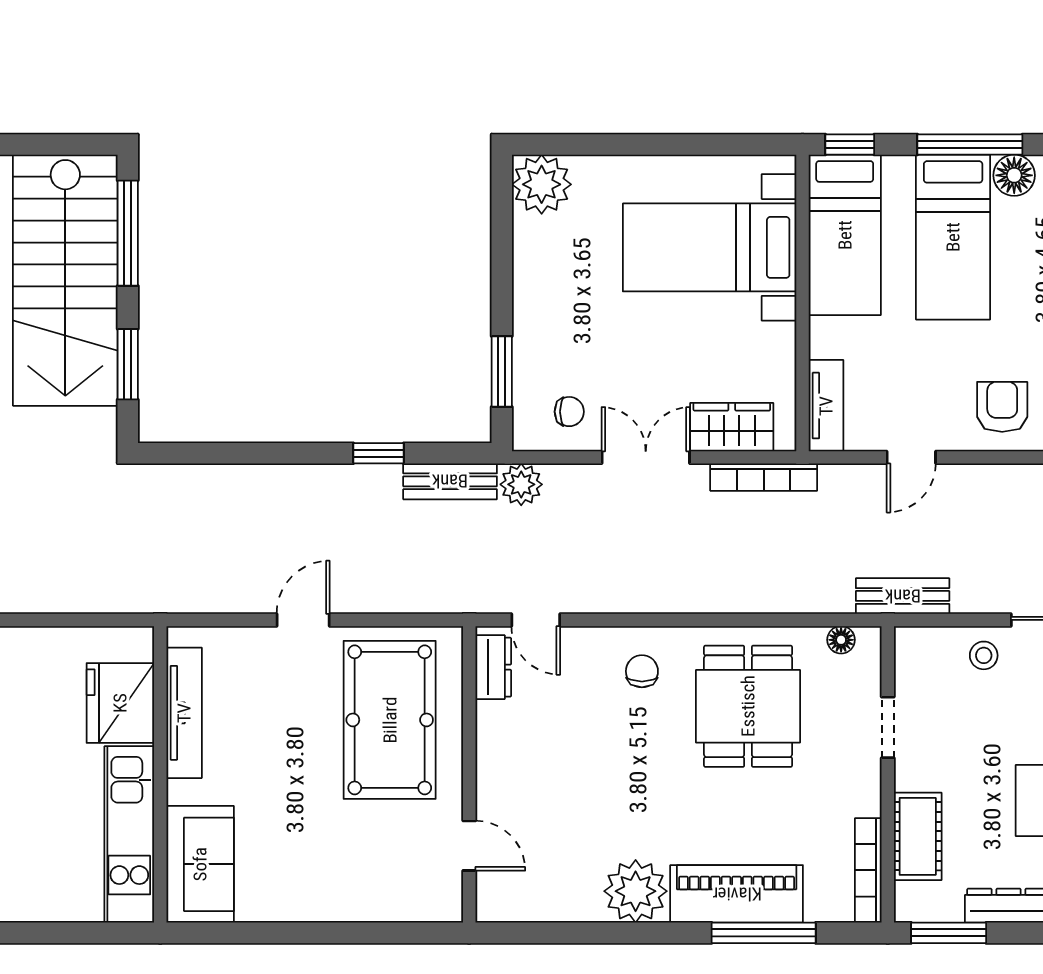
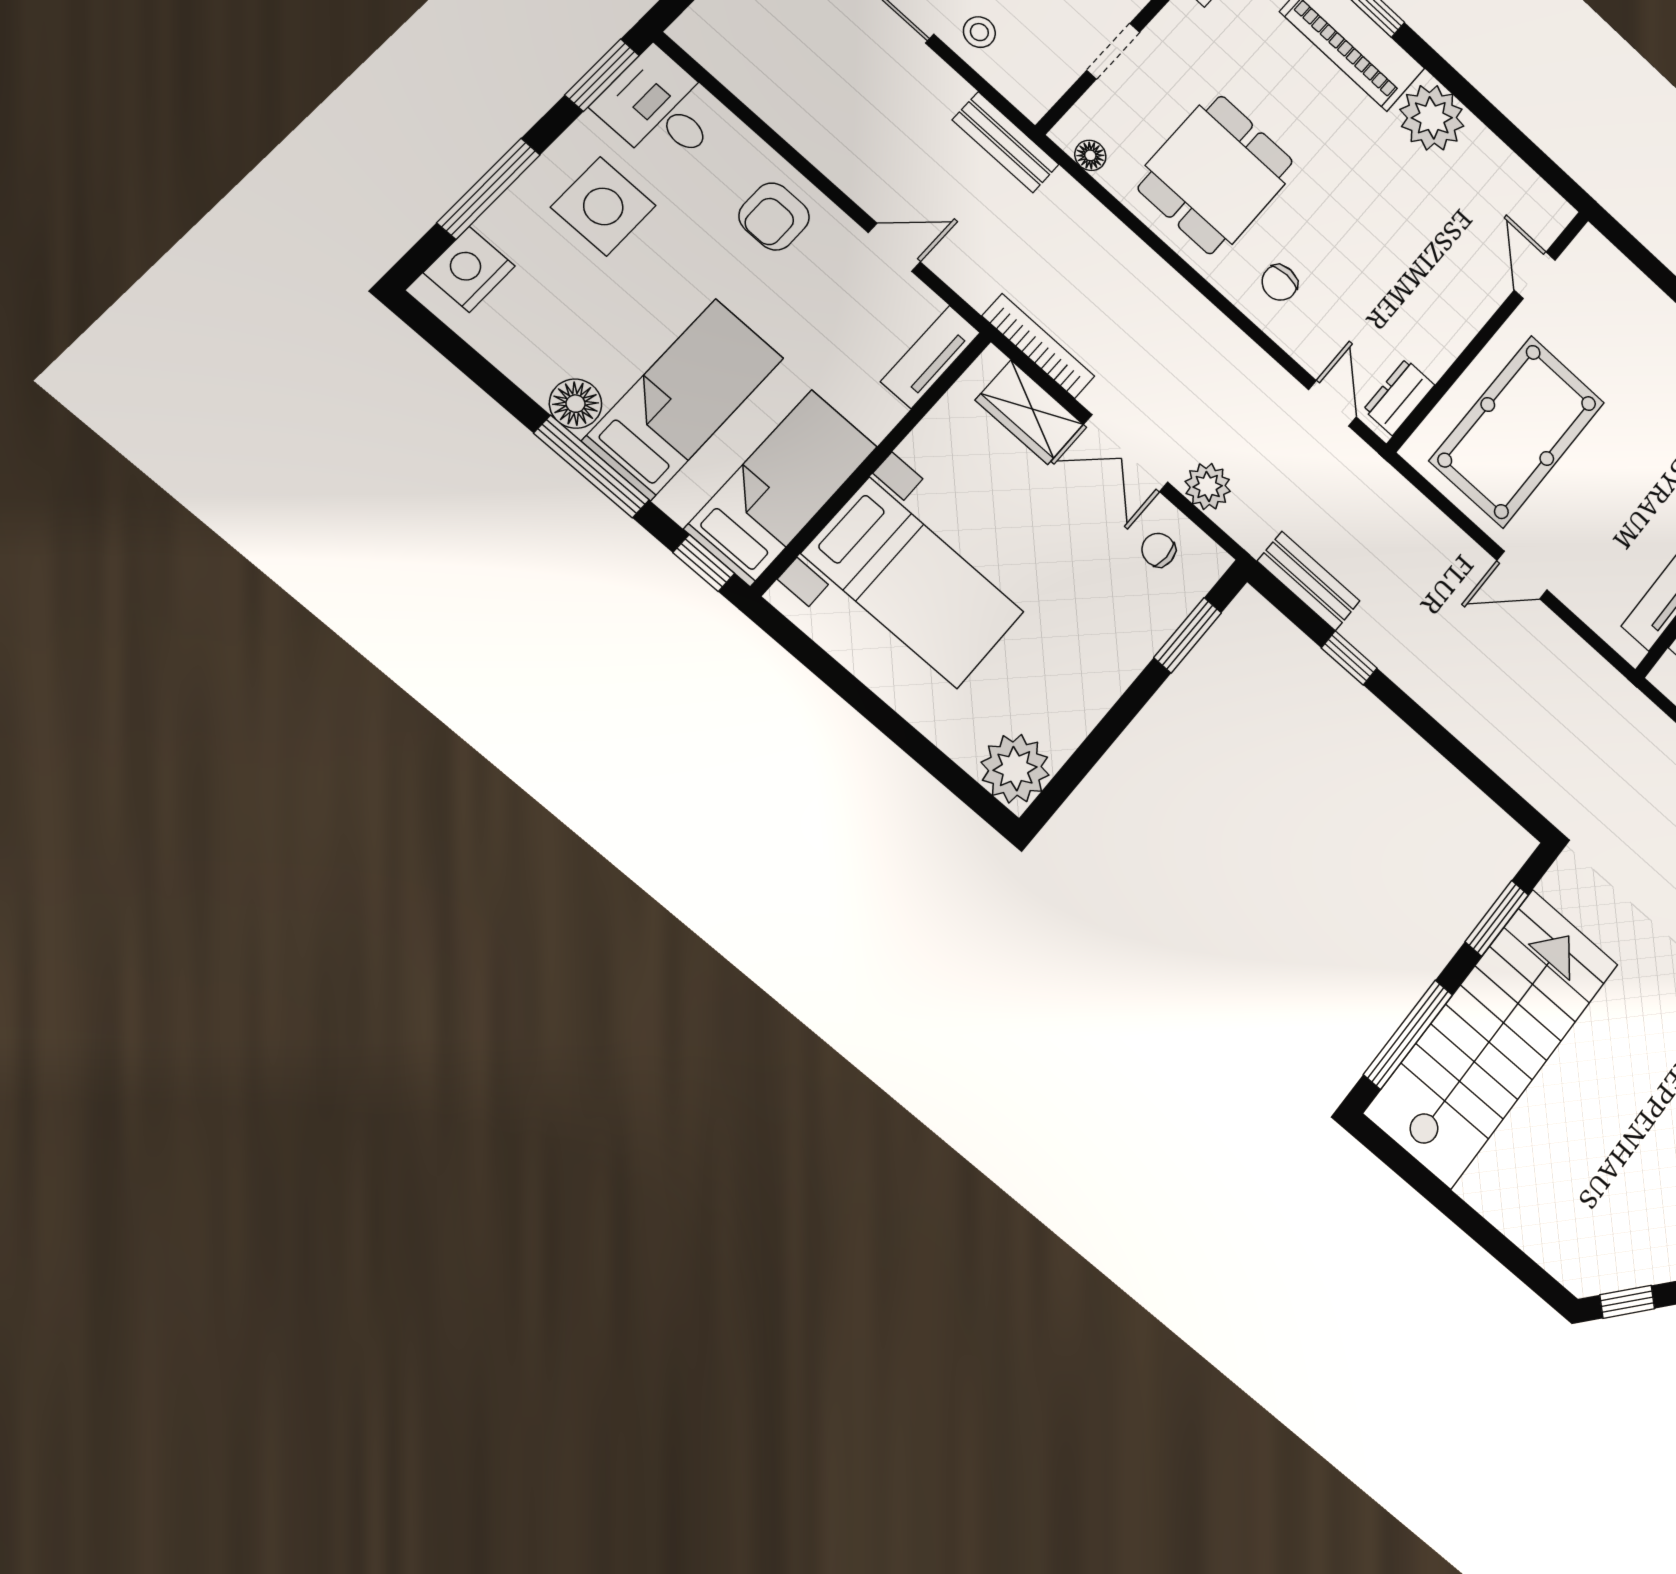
plant: (521, 484) -> (1208, 486), moved

